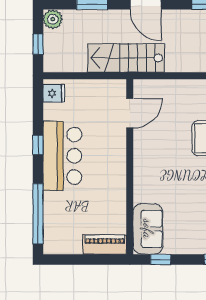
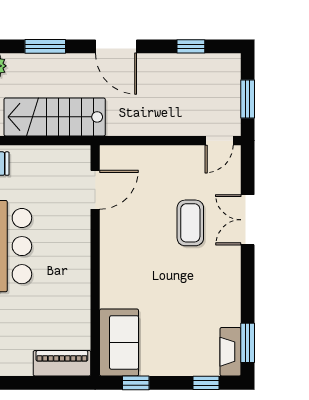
stairs: (126, 58) -> (55, 117), moved

